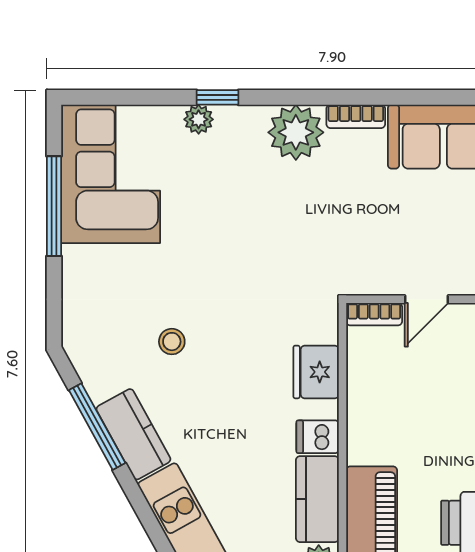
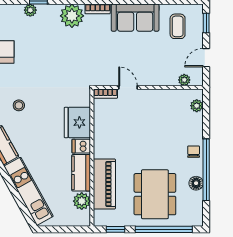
door: (427, 299) -> (128, 87), swing flipped
fridge: (316, 372) -> (77, 122), width x1.36, depth x1.34

